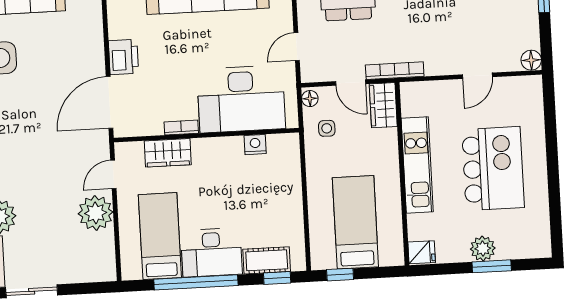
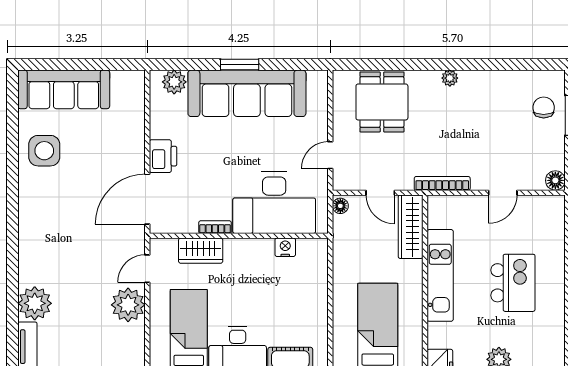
bookcase: (395, 71) -> (442, 183), moved
wardrobe: (383, 105) -> (411, 227), width x1.50
side table: (327, 128) -> (355, 235), removed
kitchen island: (493, 169) -> (513, 283), width x0.73, depth x0.78

